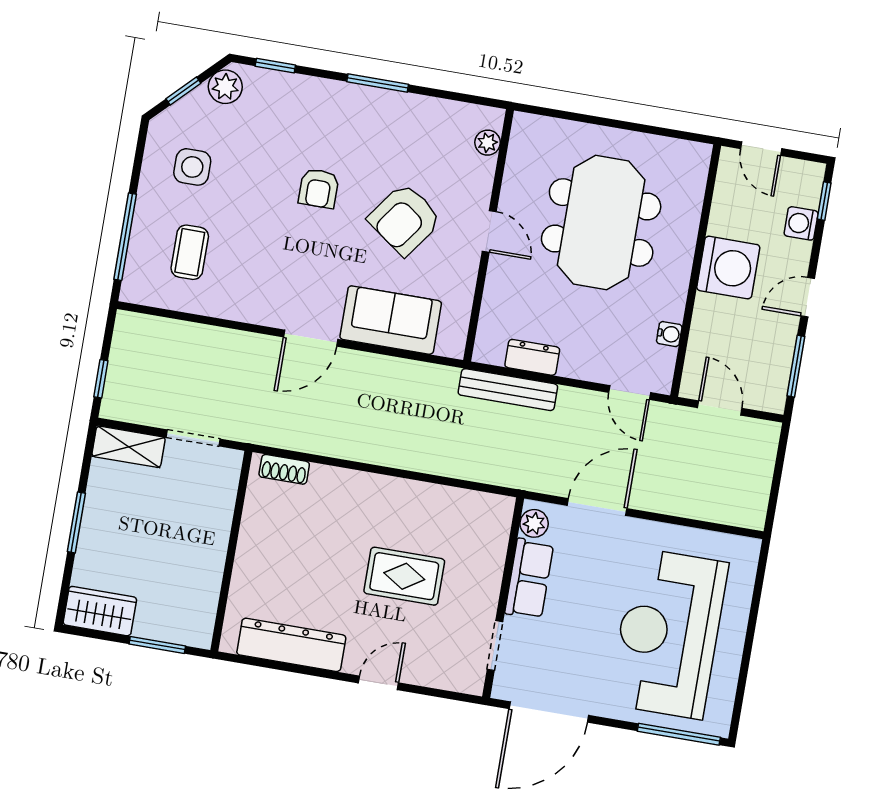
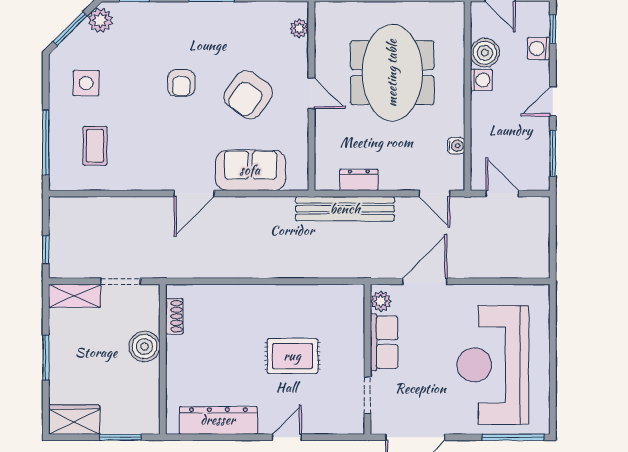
window: (183, 91) -> (70, 29), width x1.50
boiler: (729, 217) -> (485, 53), added
washing machine: (728, 268) -> (481, 80), width x0.53, depth x0.53
bench: (508, 390) -> (345, 209), width x1.37, depth x1.21
shoe rack: (284, 469) -> (174, 316), moved, turned -90
boiler: (210, 530) -> (144, 346), added

